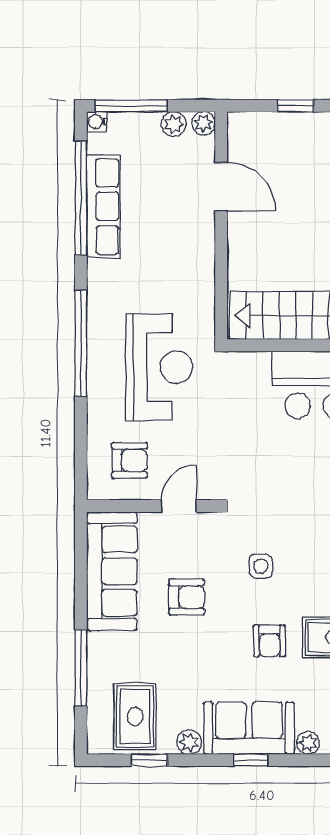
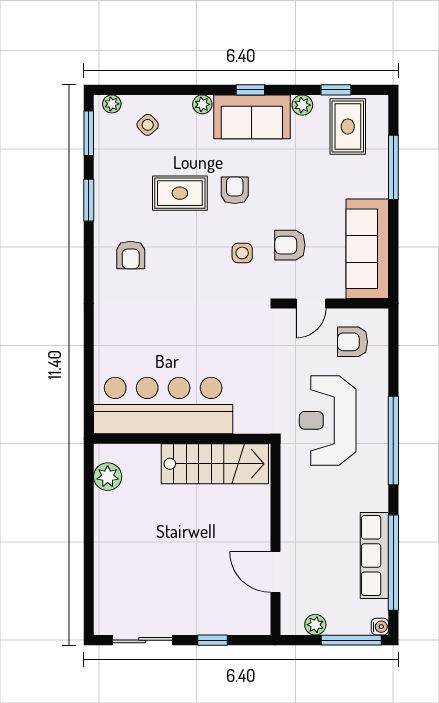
plant: (204, 123) -> (290, 625), removed
armchair: (187, 597) -> (290, 245), moved

